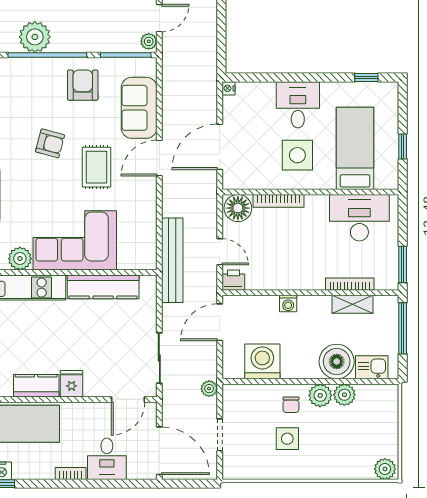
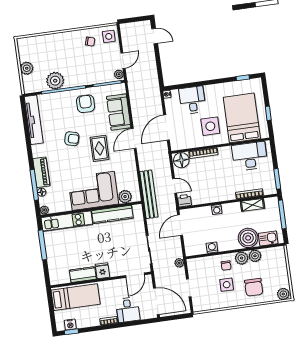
desk: (298, 105) -> (192, 100), moved
bed: (355, 148) -> (242, 118), width x1.50
plant: (20, 259) -> (125, 197), moved
washing machine: (262, 361) -> (212, 248), width x0.53, depth x0.53
chair: (335, 450) -> (254, 287), added

